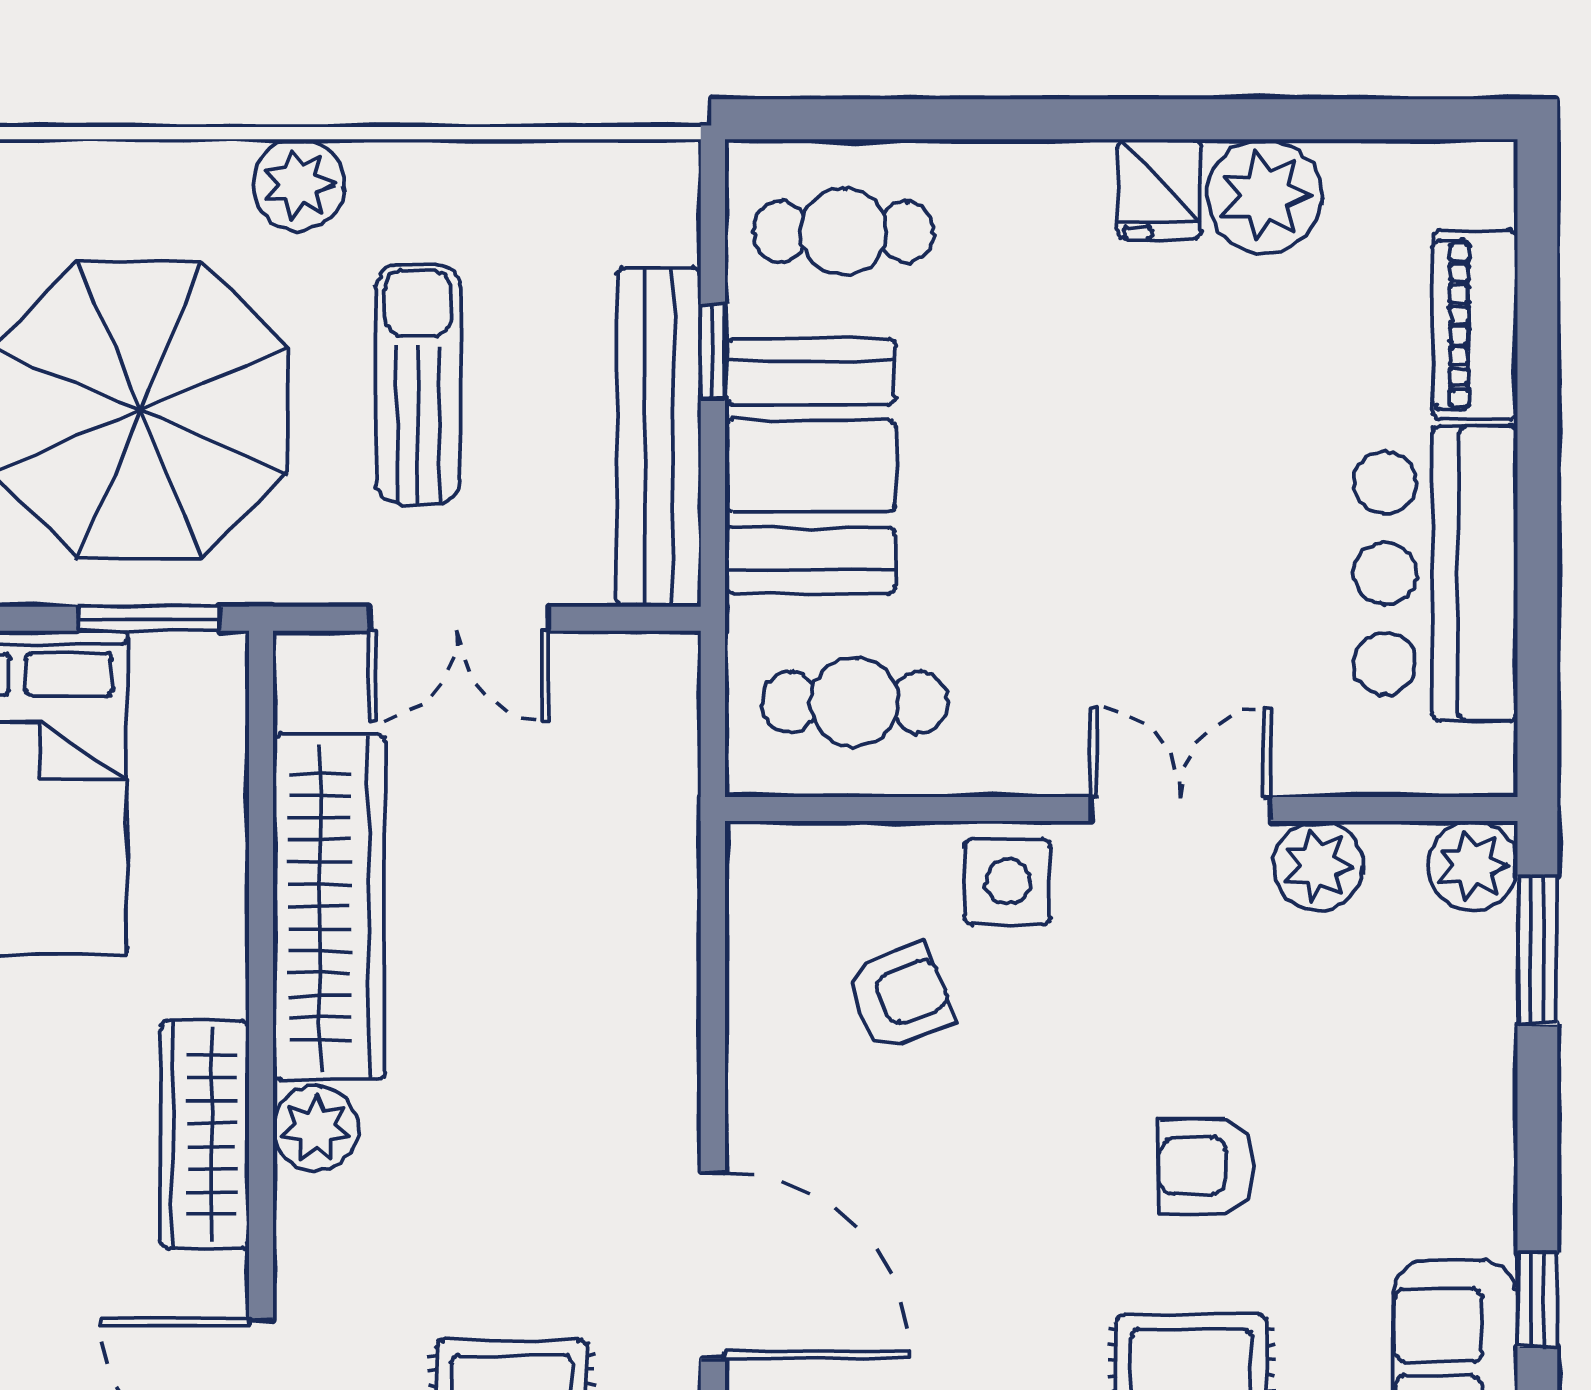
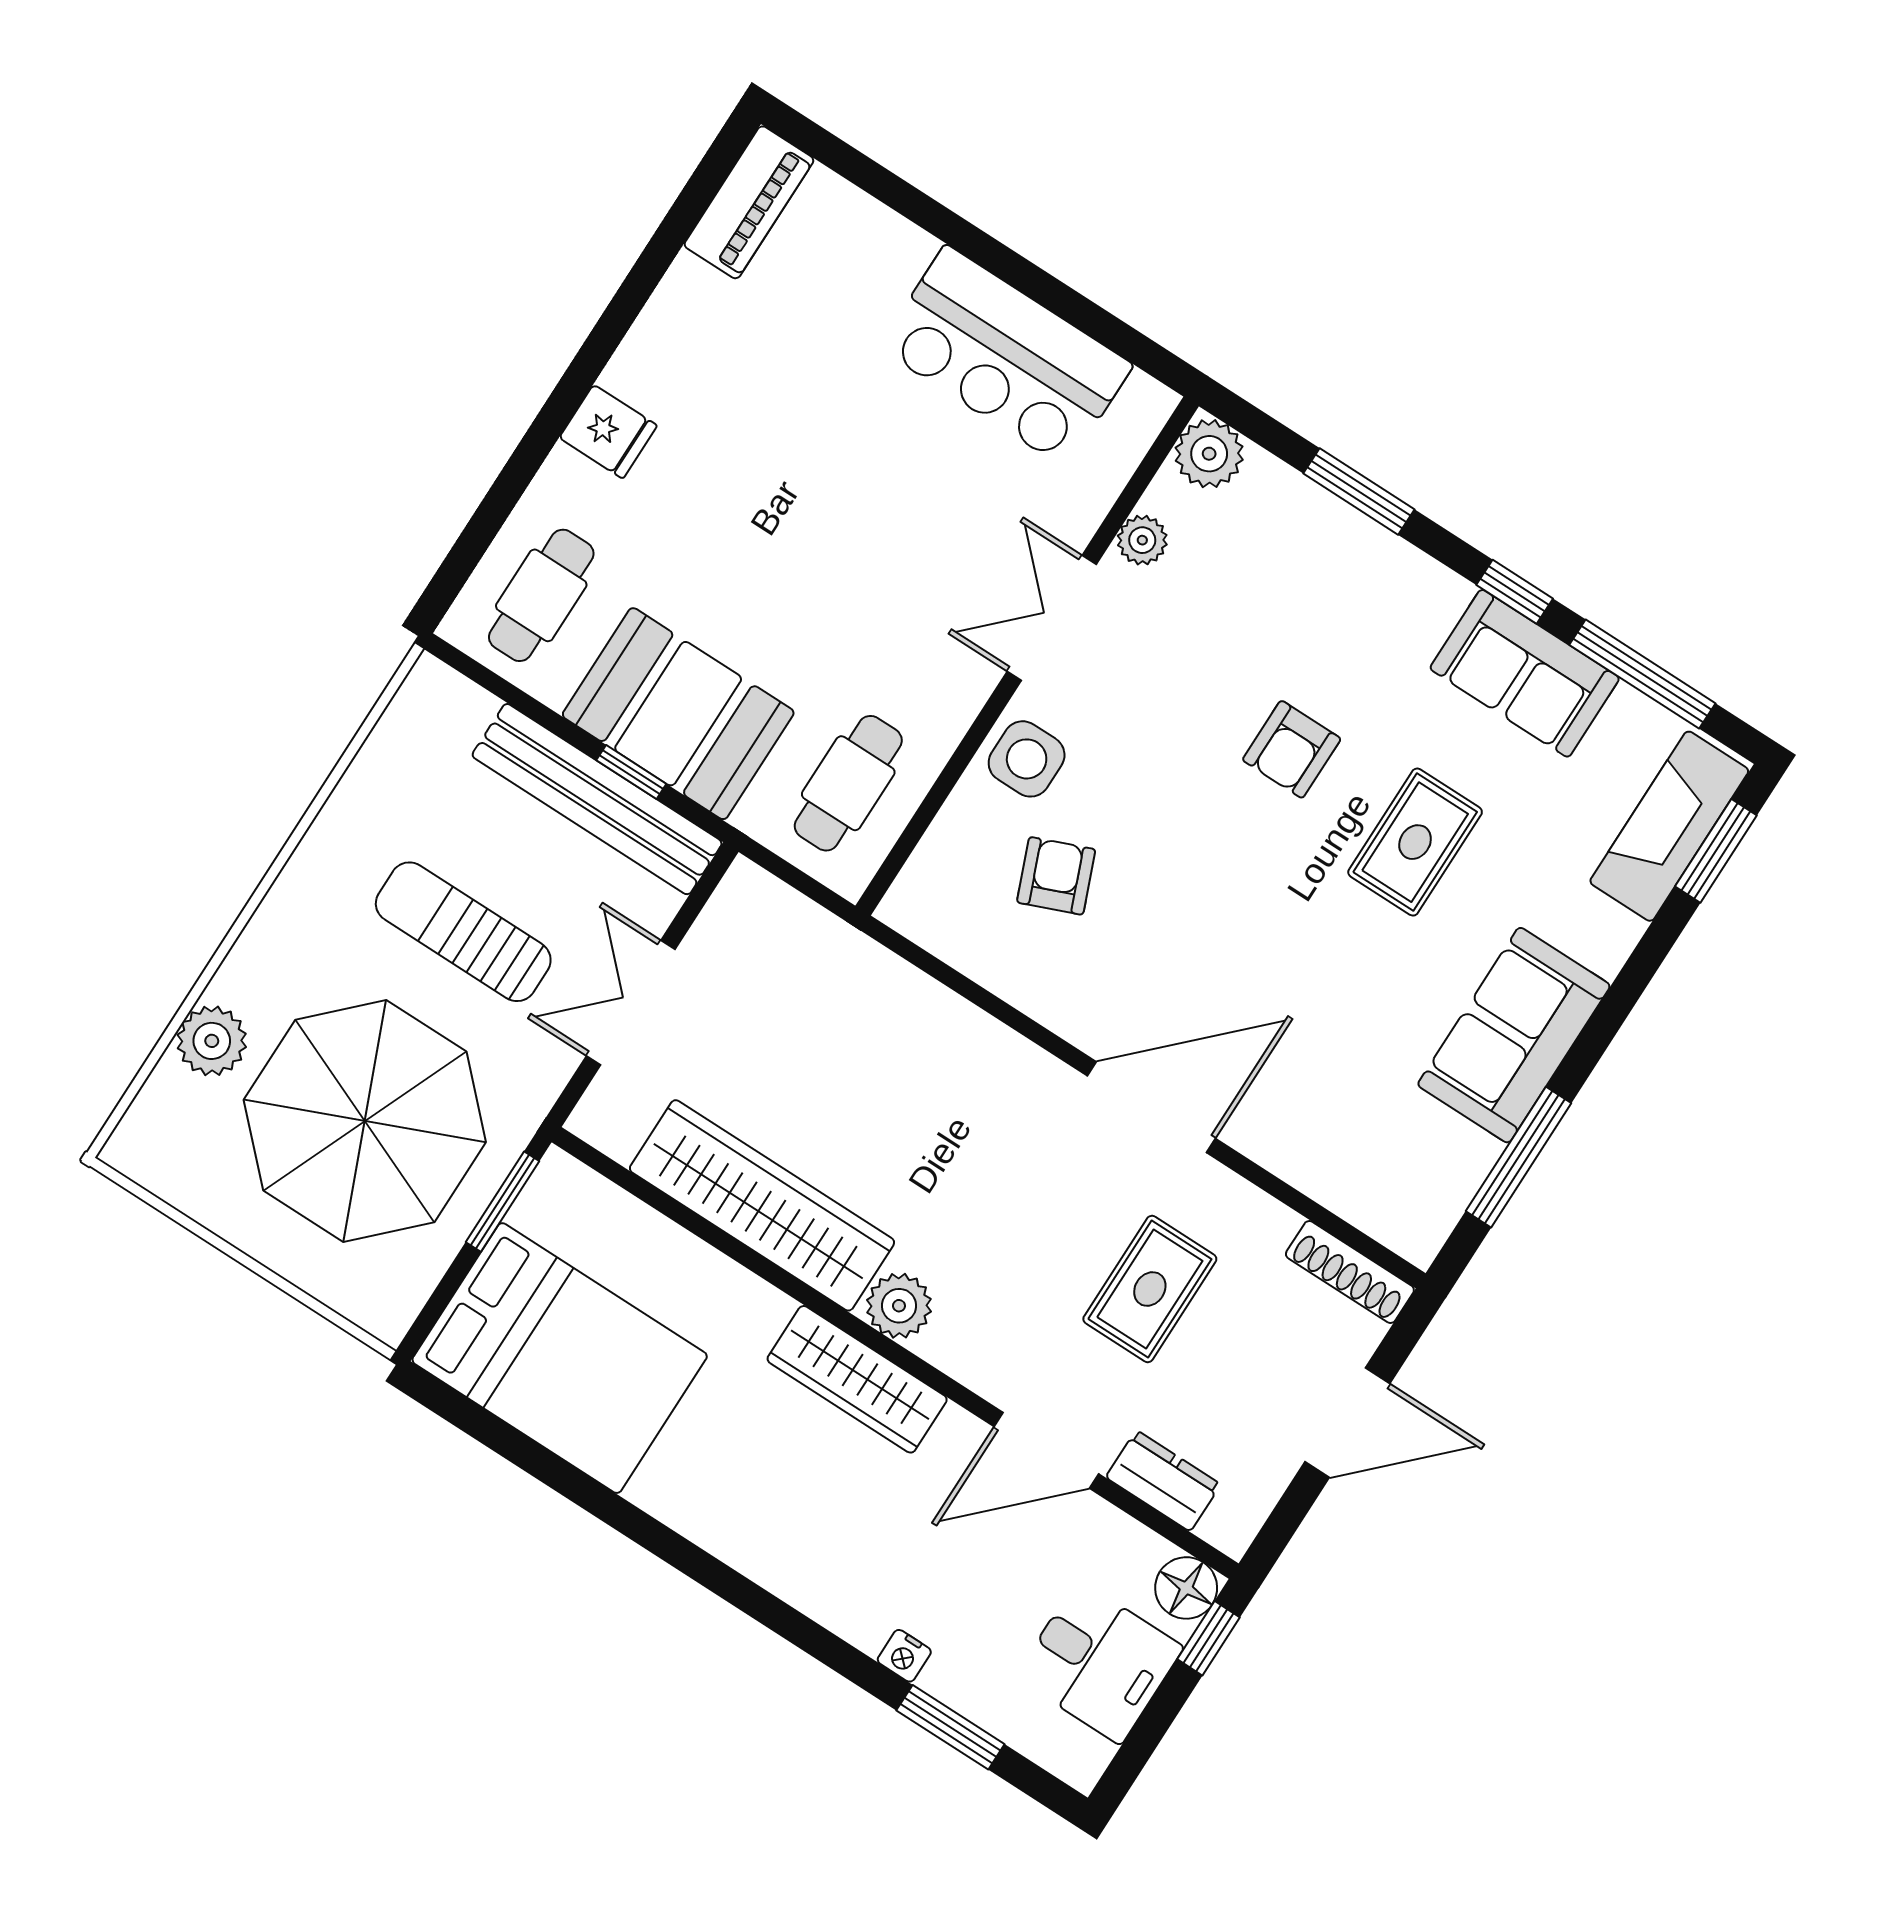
plant: (299, 185) -> (212, 1041), moved
fridge: (1159, 189) -> (608, 432), moved
plant: (1265, 196) -> (693, 310), removed
piano: (1475, 325) -> (749, 202), moved, turned -90
window: (713, 352) -> (631, 772), moved
double door: (459, 619) -> (631, 1003), swing flipped
plant: (1318, 866) -> (1142, 540), width x0.73, depth x0.73
window: (1537, 951) -> (1359, 491), moved

